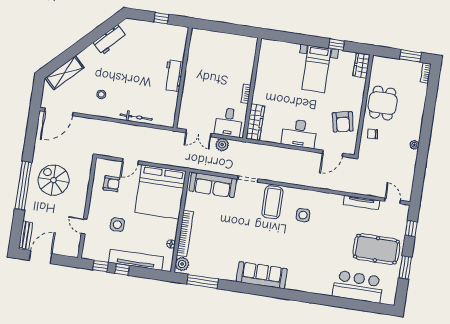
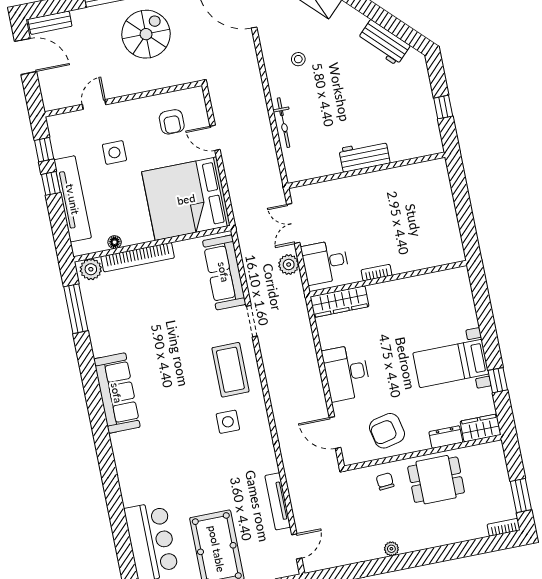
dresser: (359, 88) -> (446, 437), added
coffee table: (272, 202) -> (230, 370), turned 90

